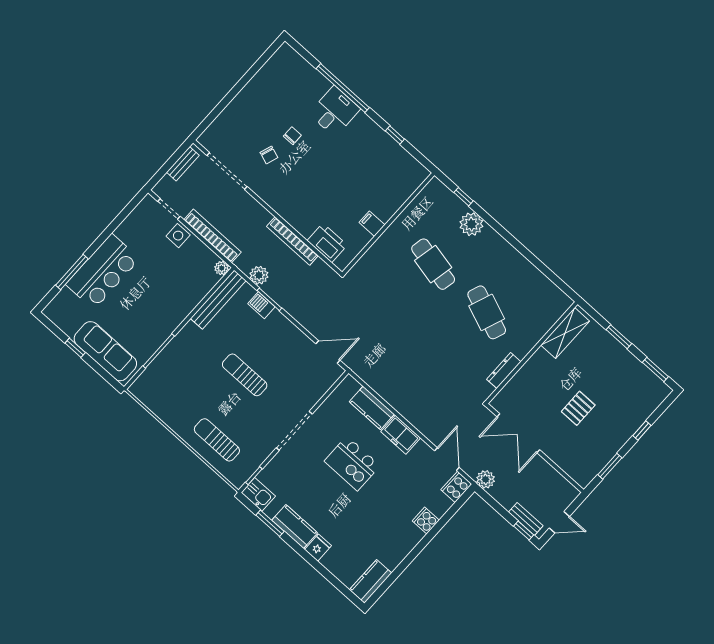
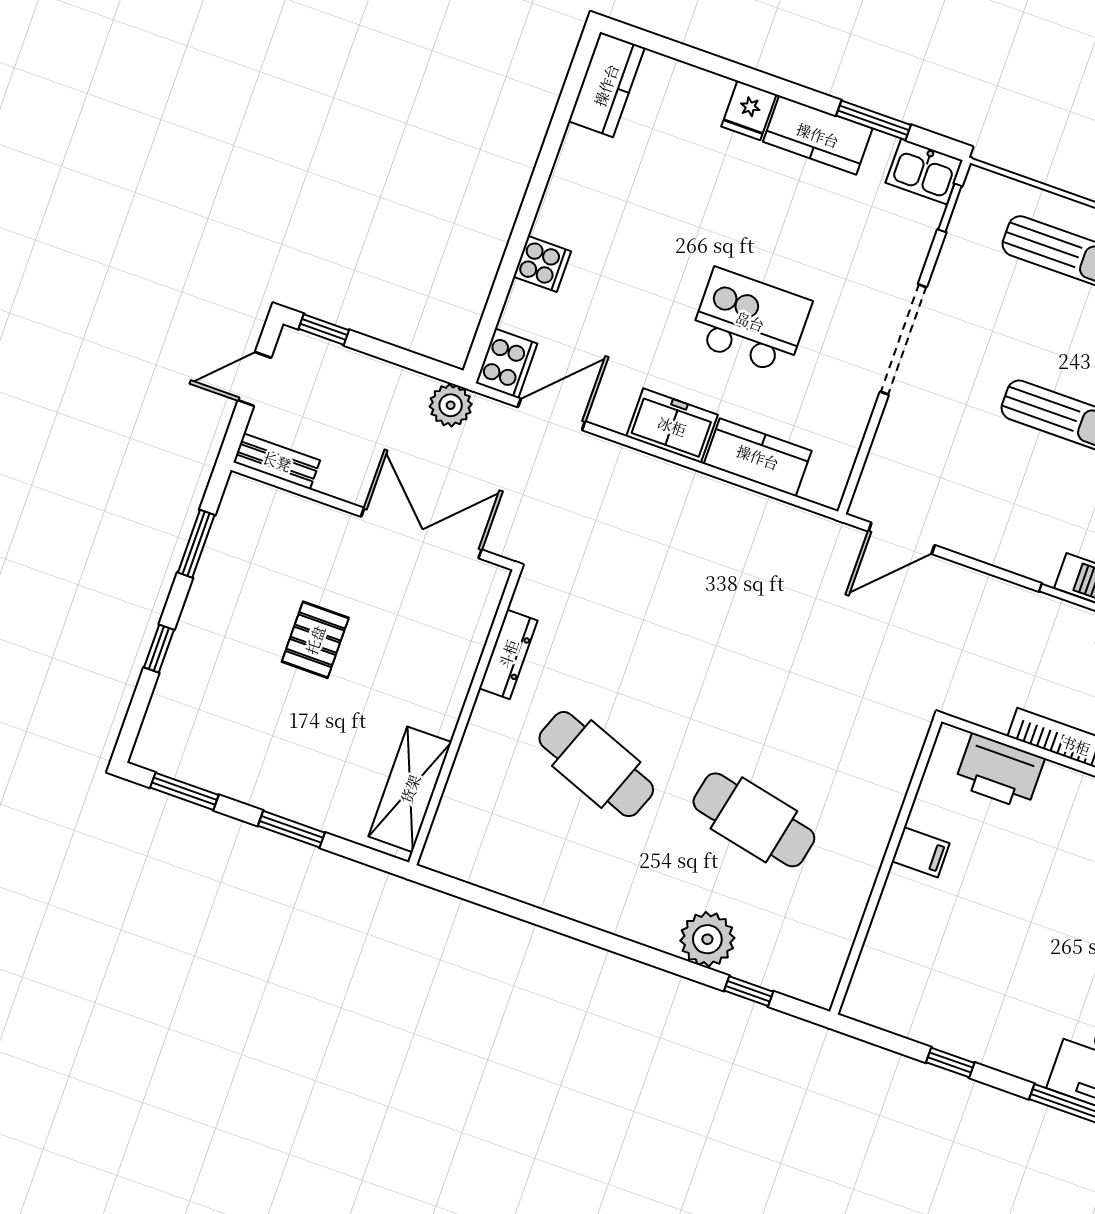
door: (447, 459) -> (552, 414), swing flipped
bench: (526, 519) -> (277, 461), moved

